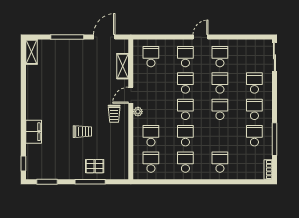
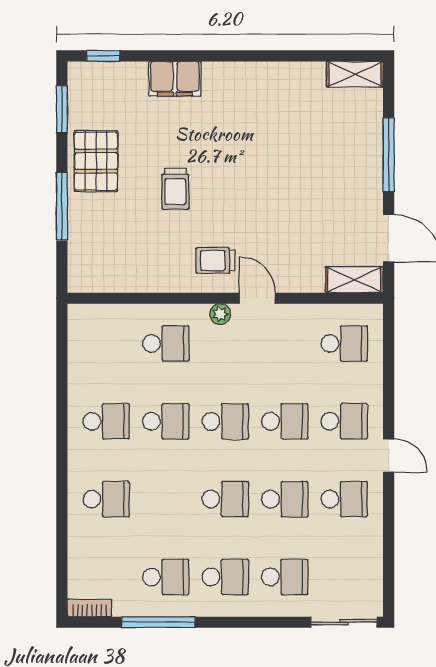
shelving: (123, 66) -> (354, 280), moved
school desk: (151, 162) -> (106, 343), removed
pallet: (95, 166) -> (96, 161), moved, width x1.50, depth x1.42

